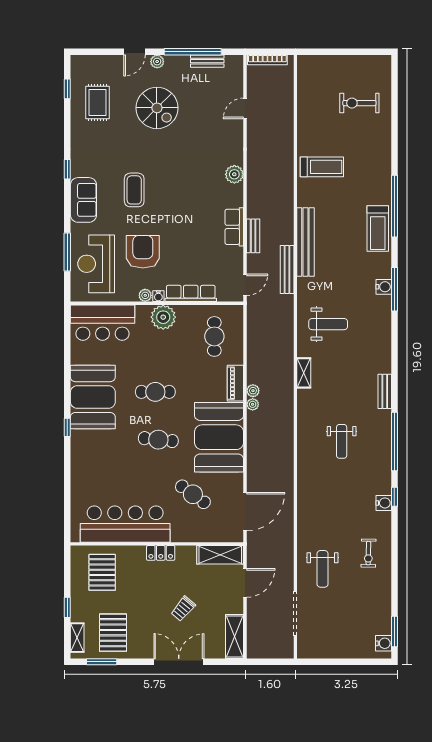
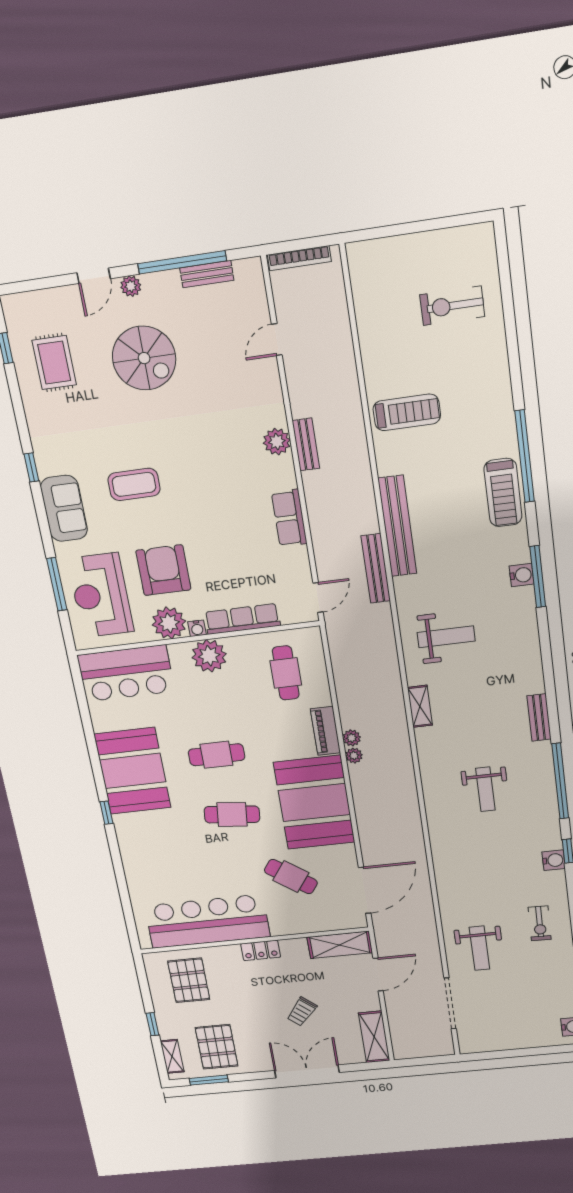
coffee table: (134, 190) -> (134, 484), turned 90
bench: (253, 236) -> (306, 444), moved
plant: (145, 295) -> (169, 623), width x1.87, depth x1.87

